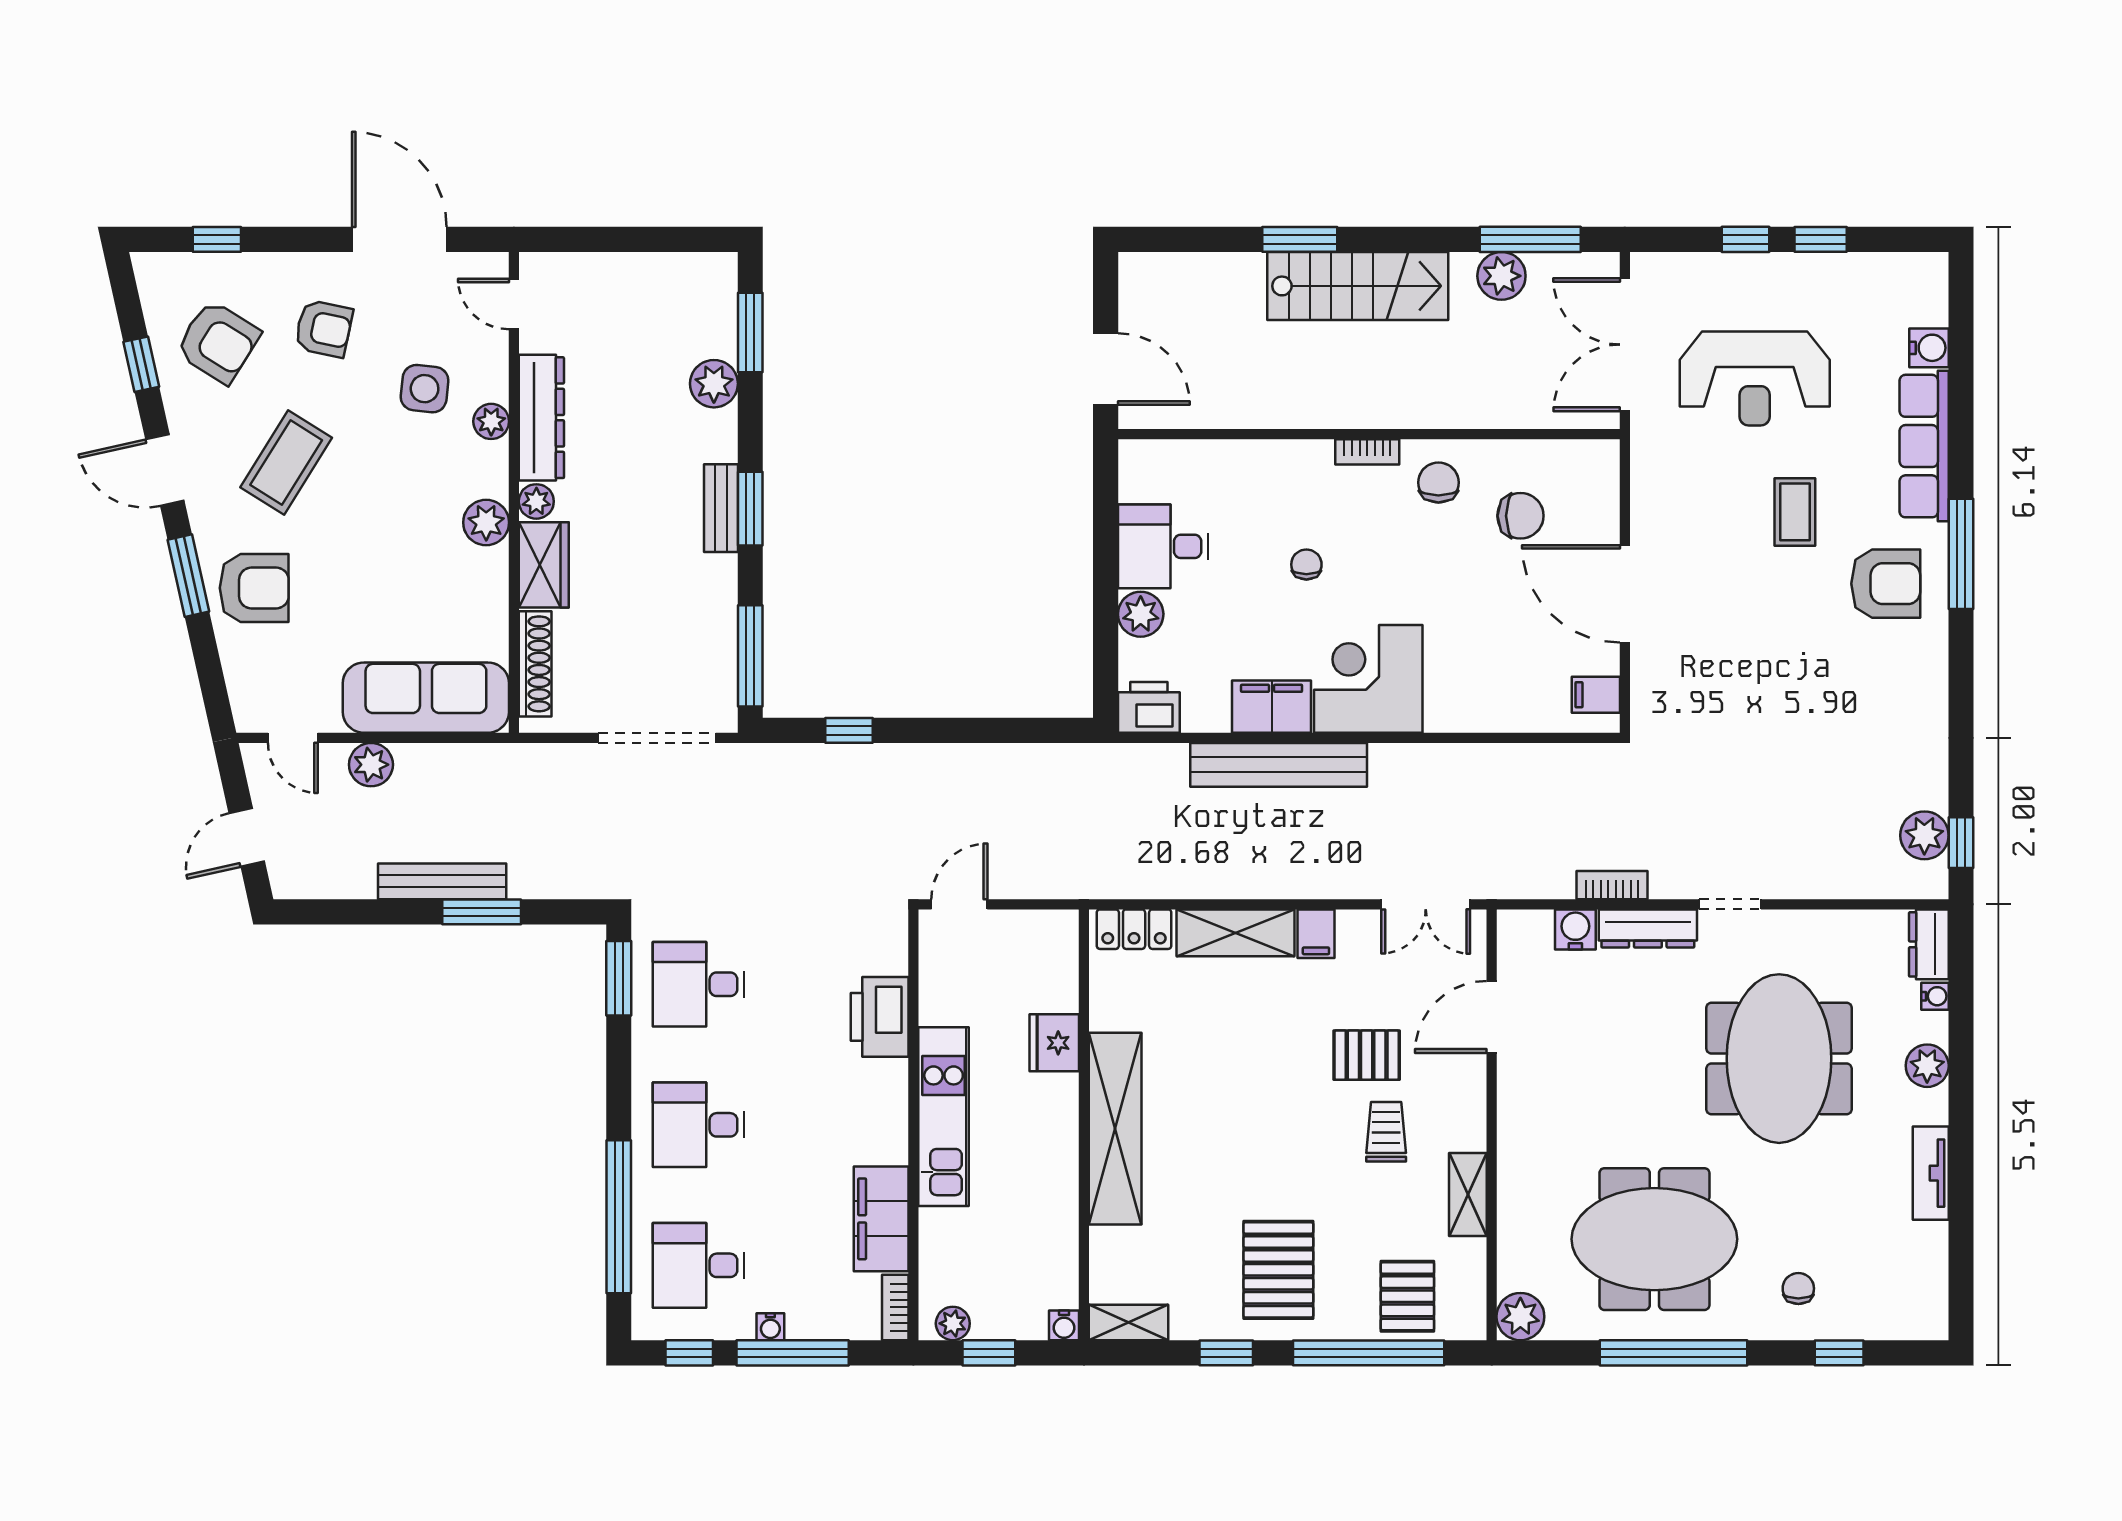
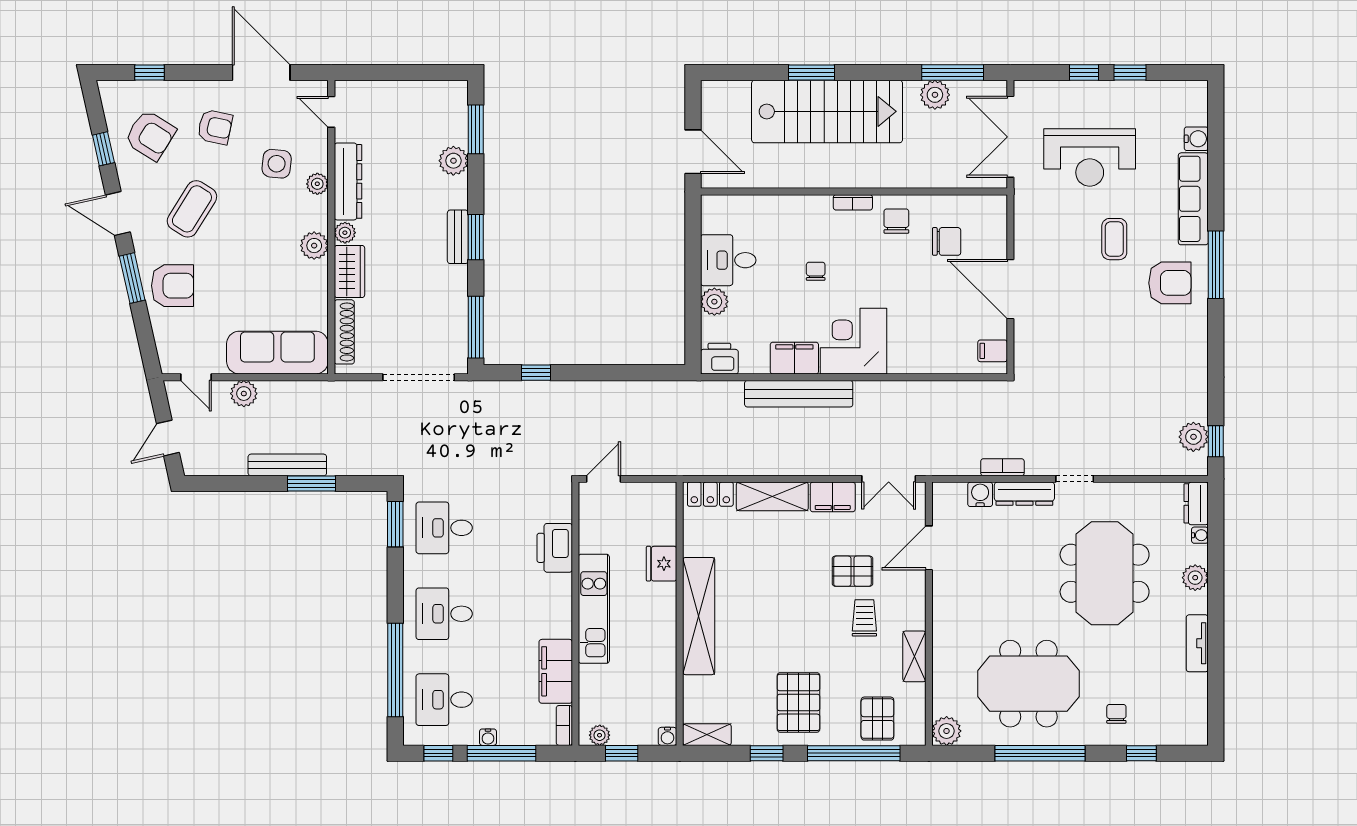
stairs: (1358, 286) -> (827, 111), width x1.36, depth x1.51
filing cabinet: (1316, 934) -> (833, 497), width x2.00

